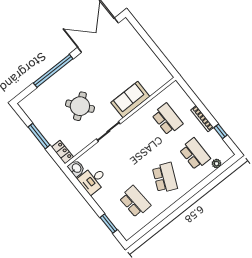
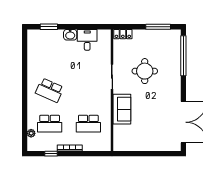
window: (53, 71) -> (183, 56), moved
round table: (80, 106) -> (145, 71), turned 38
window: (39, 136) -> (158, 27), moved
washbasin: (76, 168) -> (70, 35), moved
school desk: (135, 202) -> (50, 57), removed

